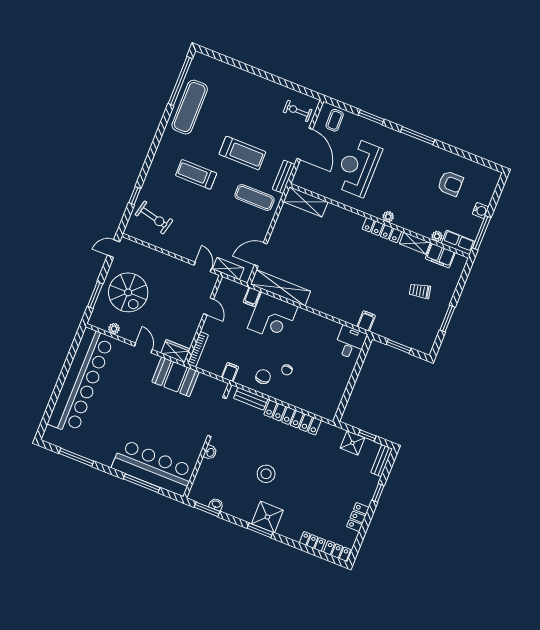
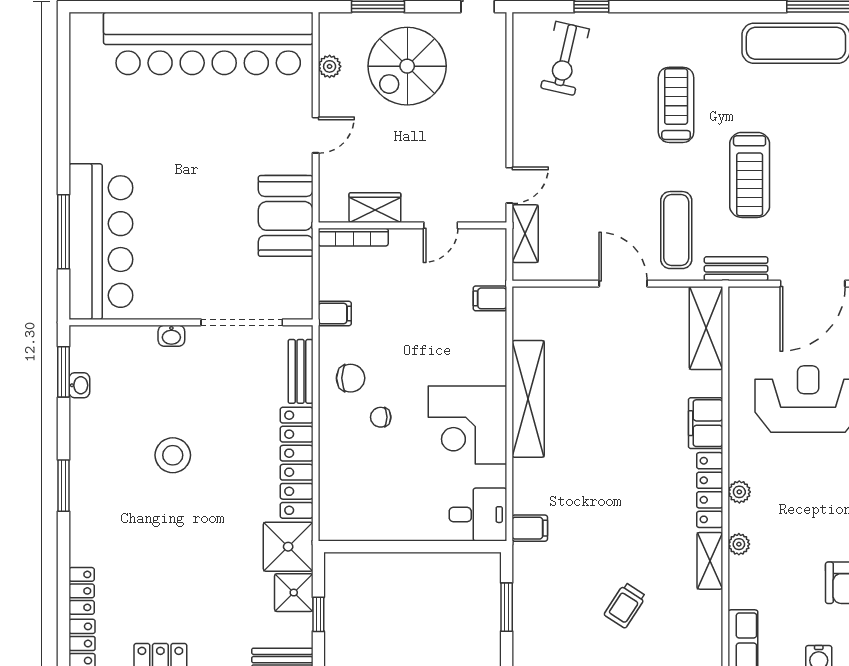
plant: (437, 236) -> (739, 544), moved
door: (261, 254) -> (623, 284), moved
filing cabinet: (440, 256) -> (706, 423), moved
shelving: (281, 288) -> (528, 399), moved
trolley: (420, 291) -> (625, 605), turned -135
corner desk: (273, 317) -> (467, 425), moved
wardrobe: (175, 351) -> (375, 208), moved, turned -90
window: (76, 457) -> (64, 91), removed
shower: (267, 517) -> (288, 547), moved

